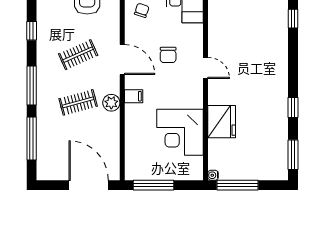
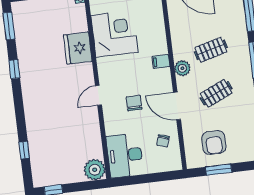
door: (122, 59) -> (177, 106), moved
door: (206, 68) -> (98, 95), hinge flipped
plant: (111, 103) -> (182, 68), moved

